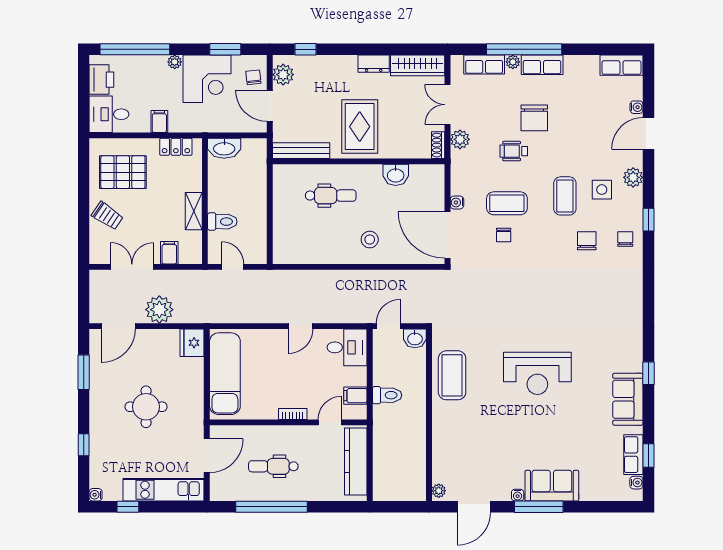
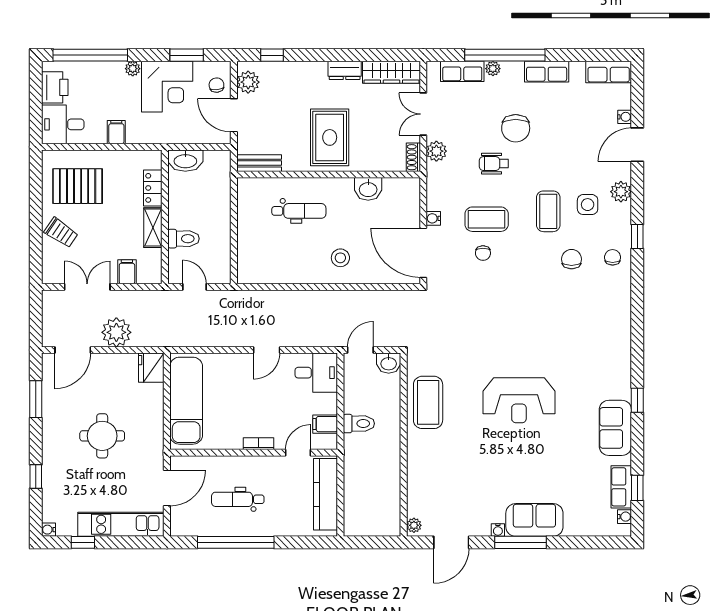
row of seats: (542, 65) -> (547, 72), moved
locker: (176, 147) -> (153, 188), moved, turned 90
bench: (301, 151) -> (259, 163), width x0.73

